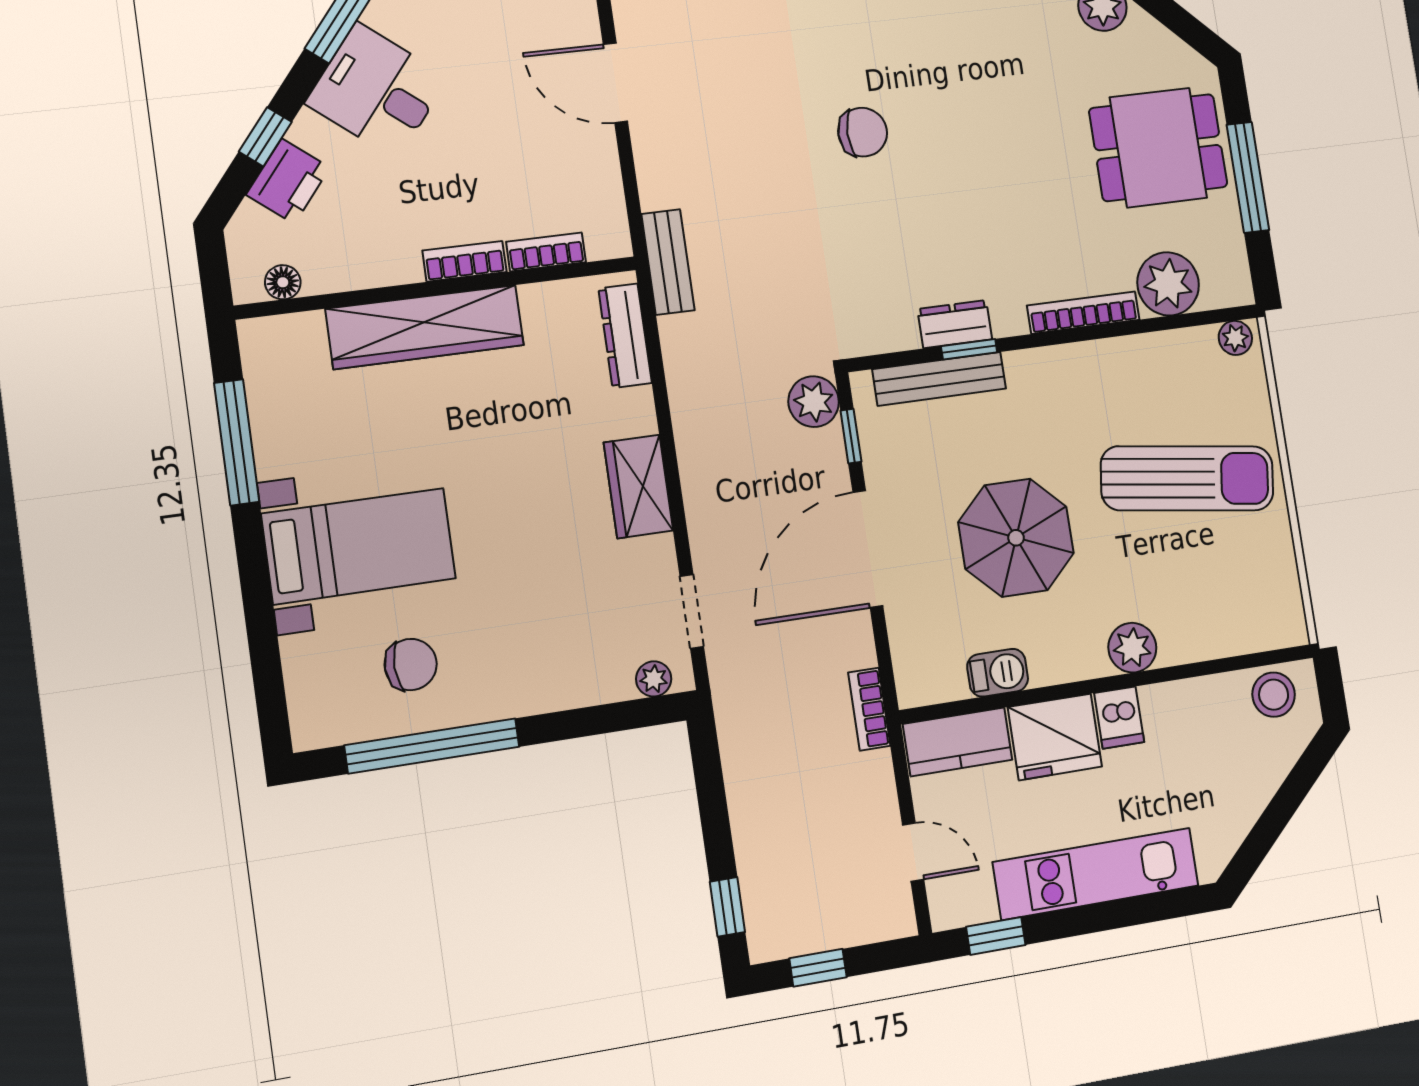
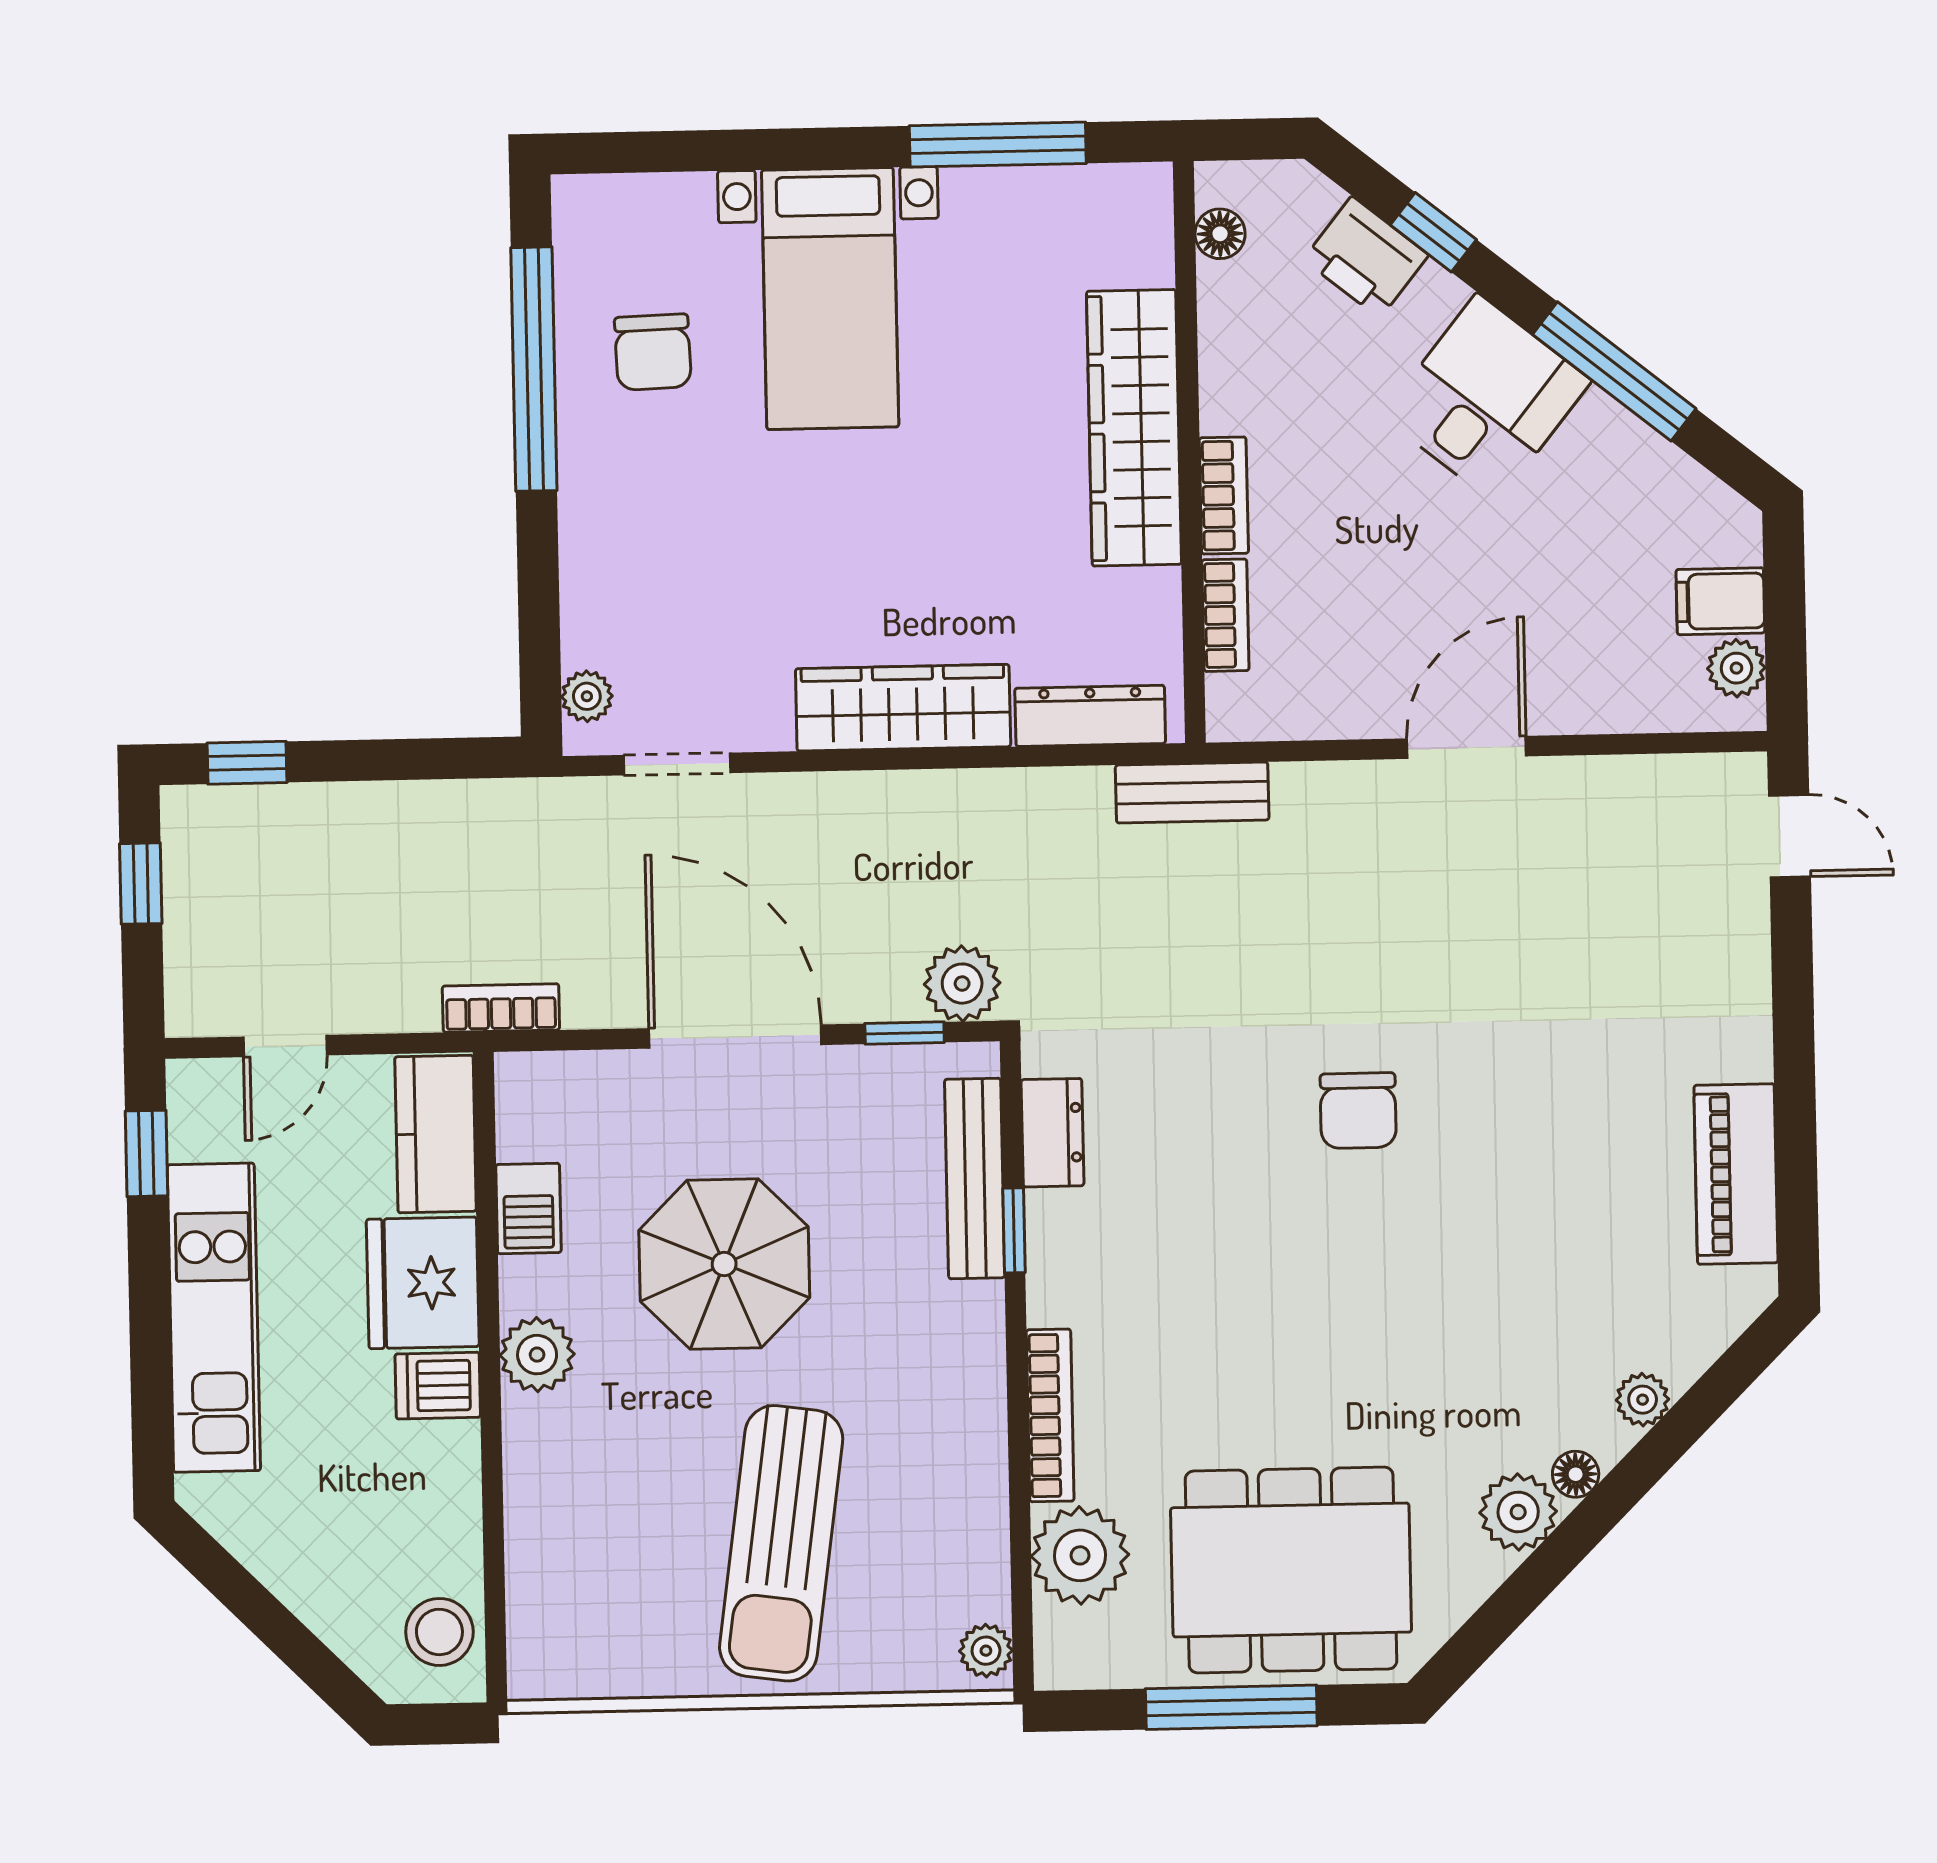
dining table: (1158, 148) -> (1291, 1570), width x1.38
dresser: (955, 324) -> (1052, 1133), moved
wardrobe: (638, 487) -> (903, 708), width x1.50
plant: (1132, 648) -> (537, 1355), moved

